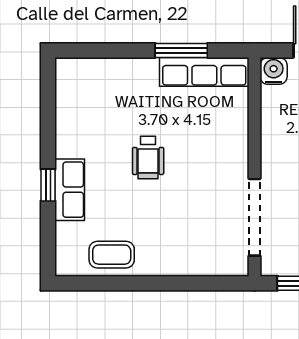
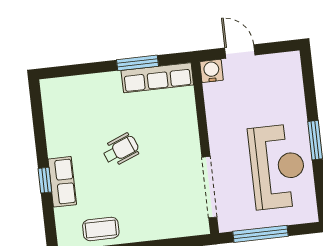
wheelchair: (148, 158) -> (121, 150), turned -112

